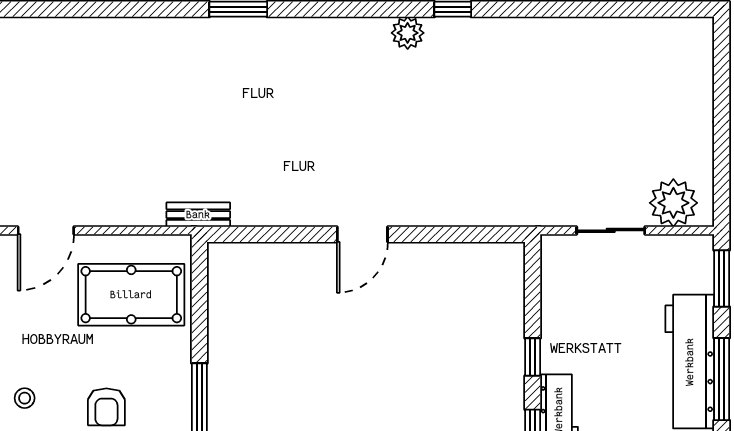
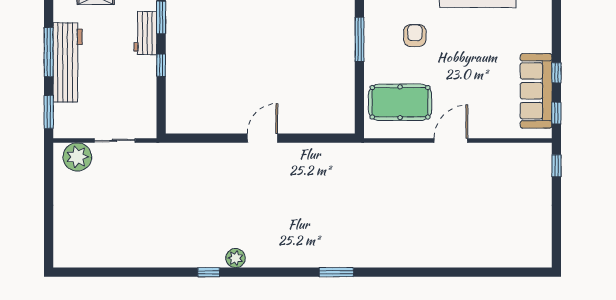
bench: (198, 215) -> (360, 150), removed
stool: (25, 398) -> (464, 41), removed

